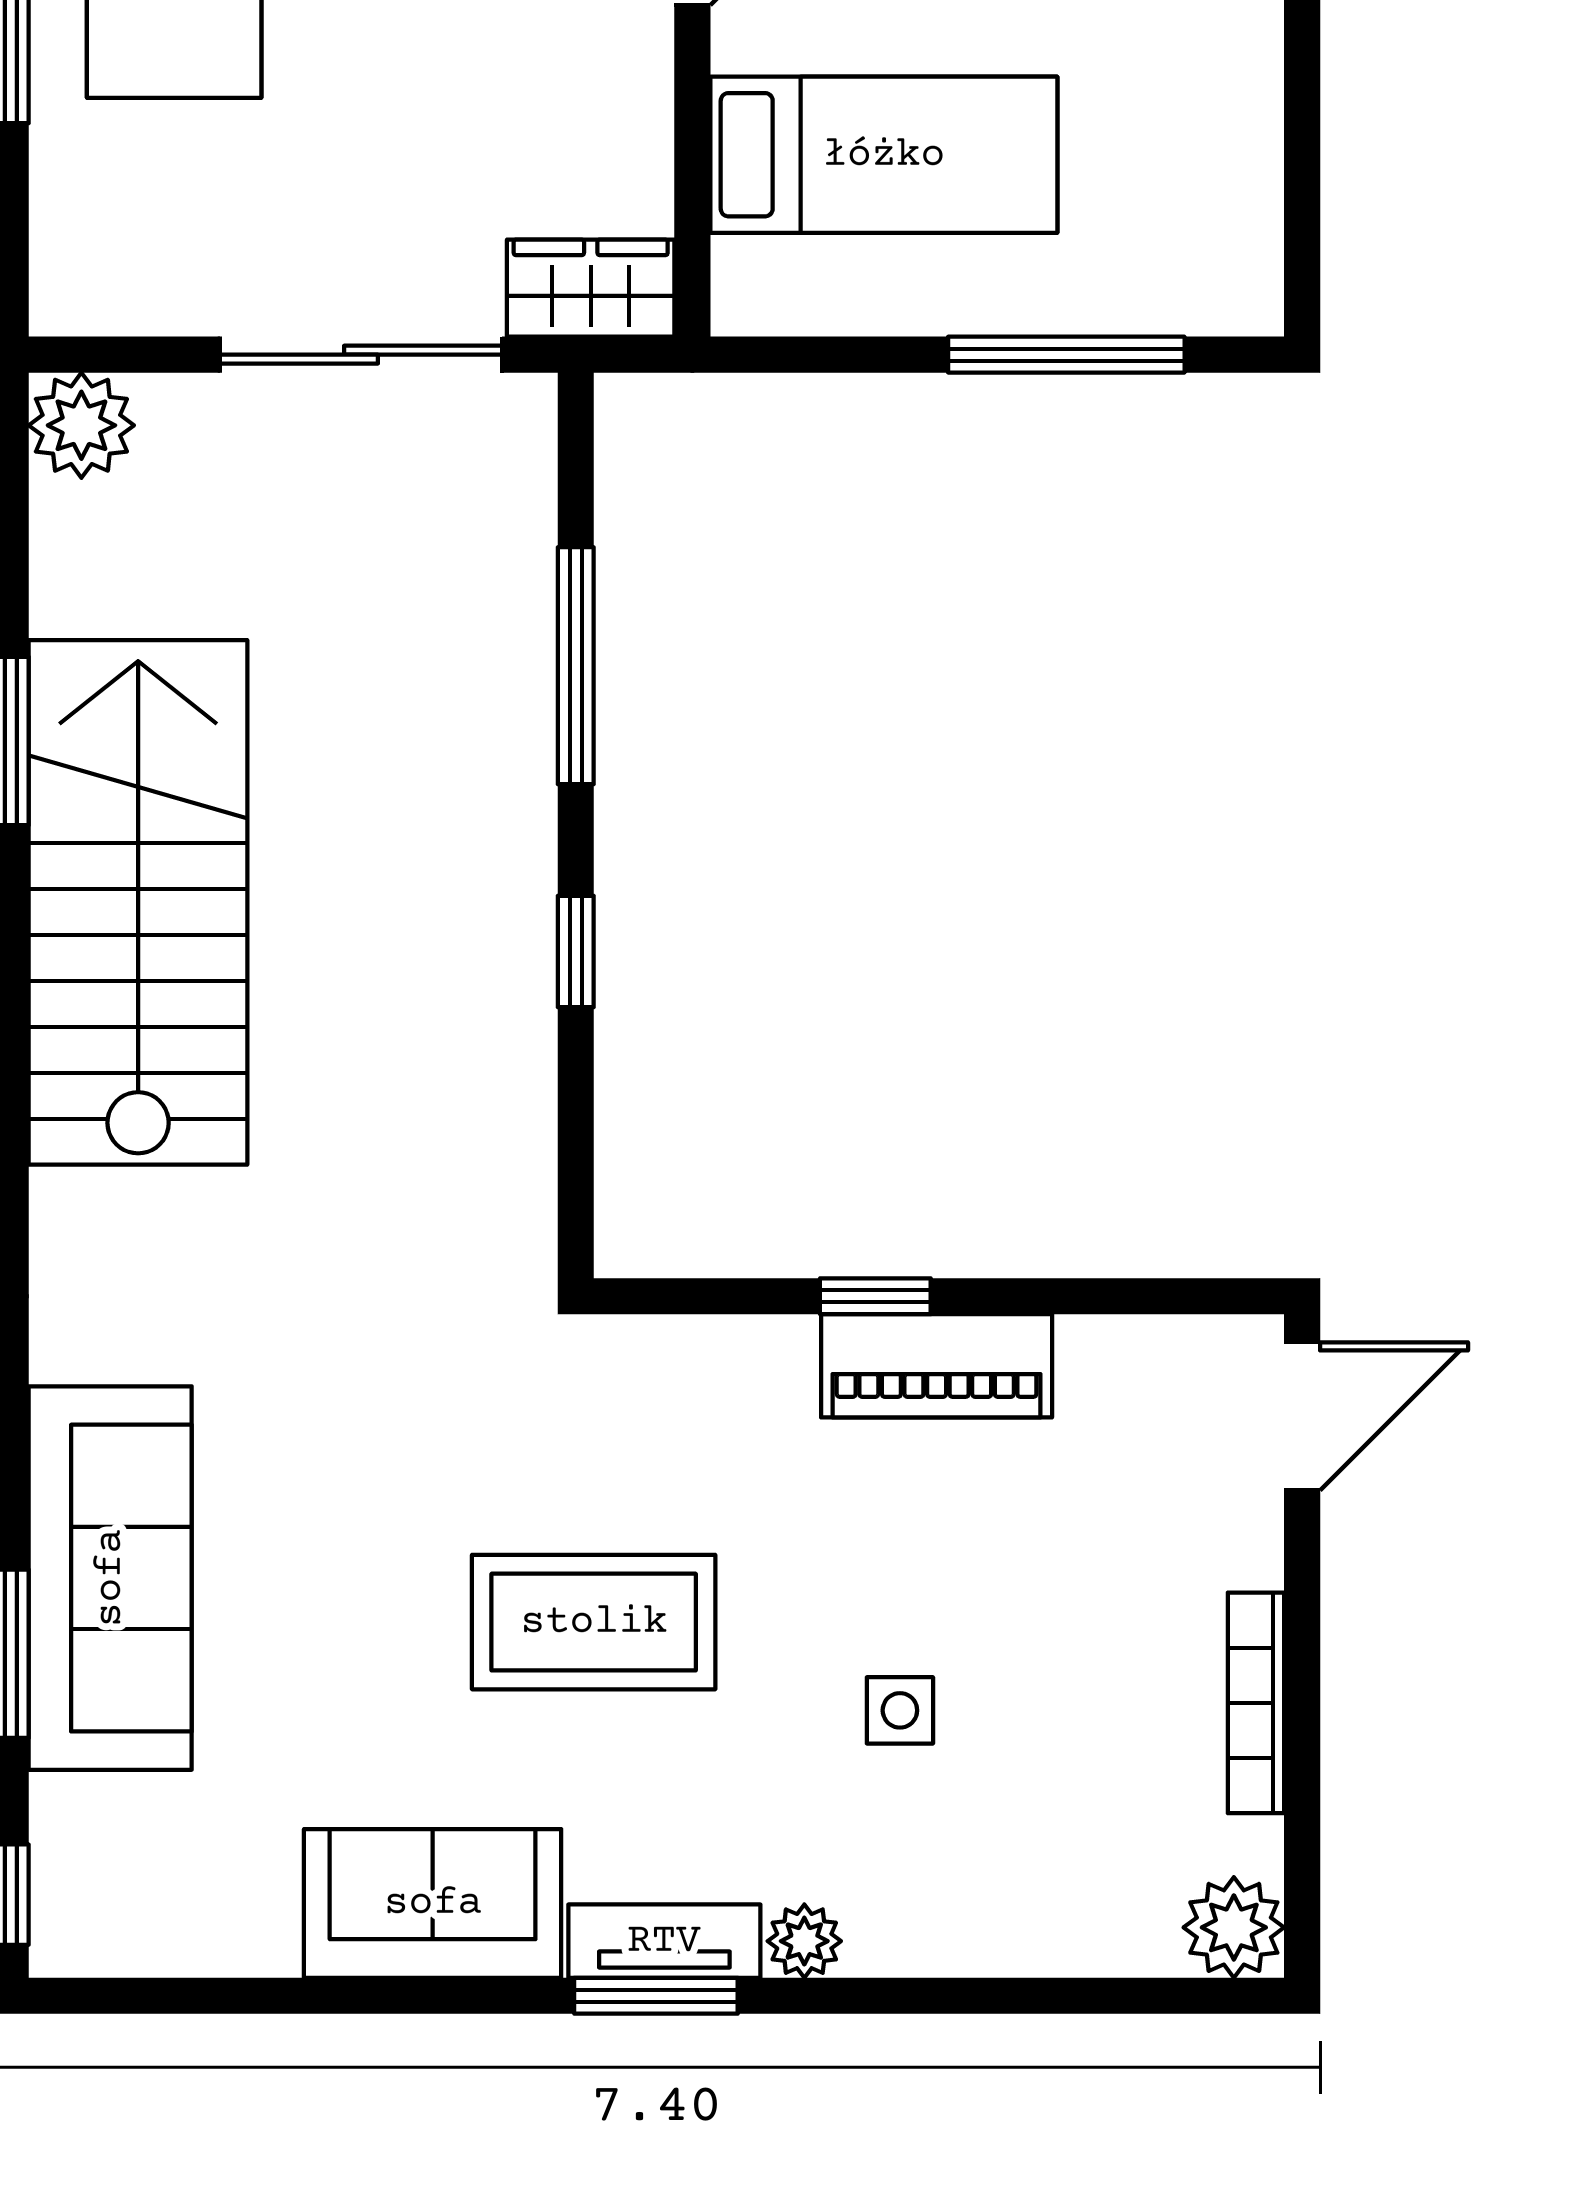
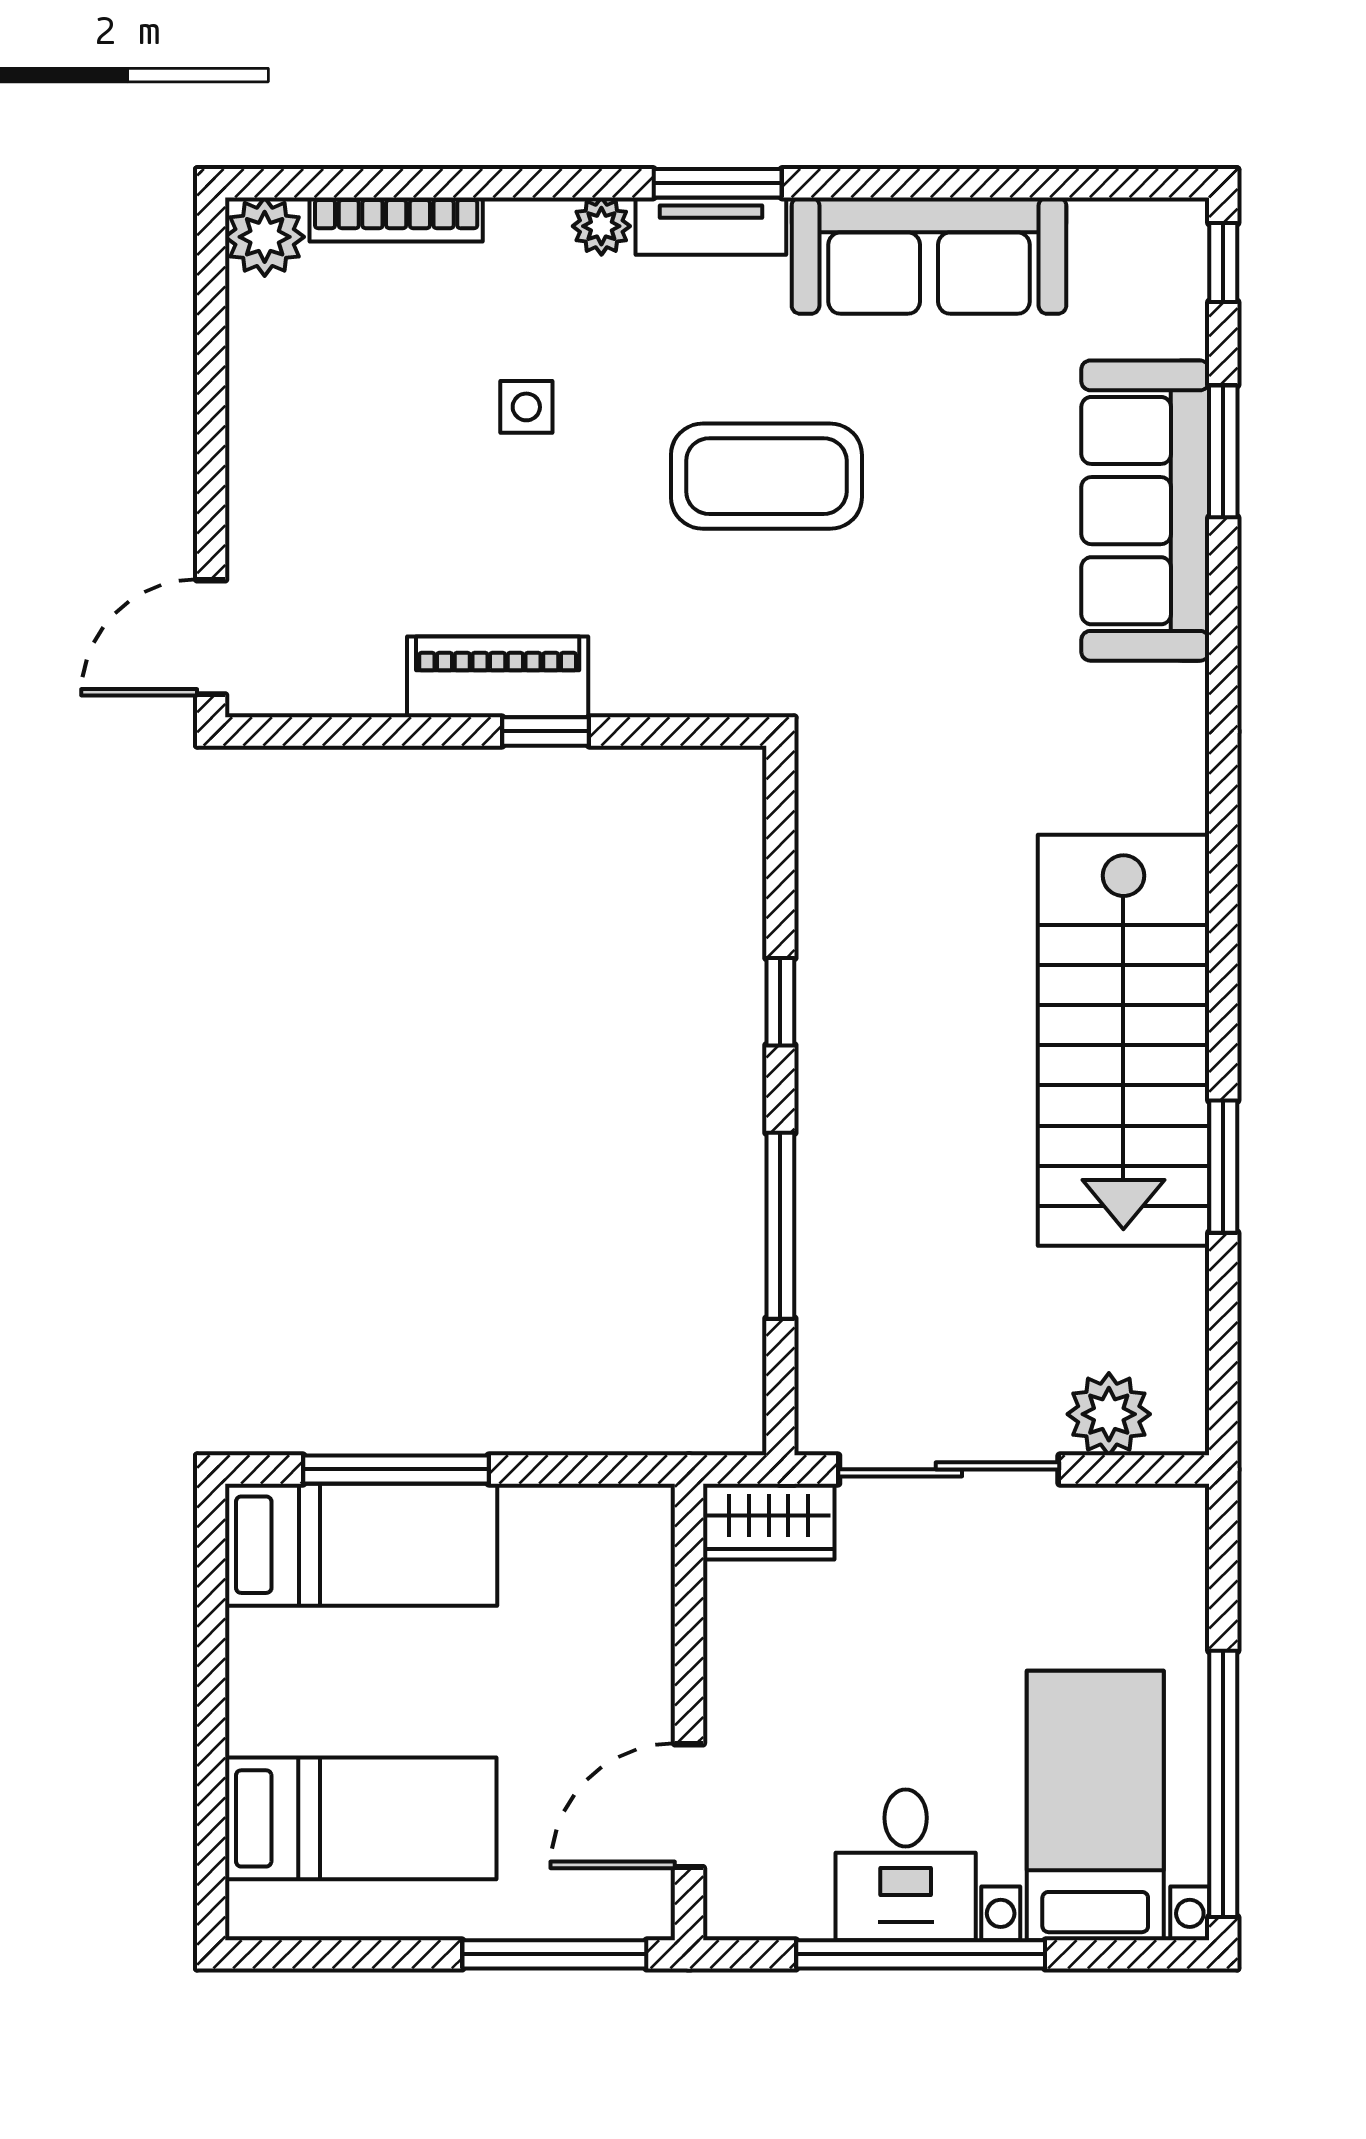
bed: (884, 155) -> (361, 1545), moved, turned 180
plant: (81, 425) -> (1109, 1414), moved
bookcase: (1256, 1703) -> (396, 219), moved, turned 90
sofa: (433, 1903) -> (929, 256), width x1.36

